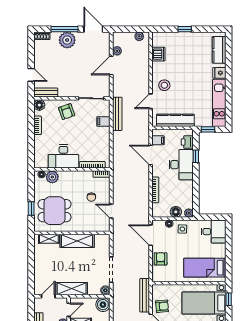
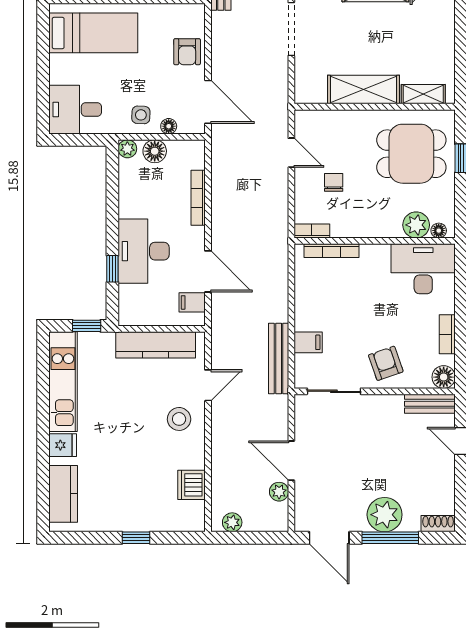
door: (111, 66) -> (291, 461), swing flipped
printer: (187, 142) -> (131, 299), removed
desk: (63, 156) -> (423, 269), moved

